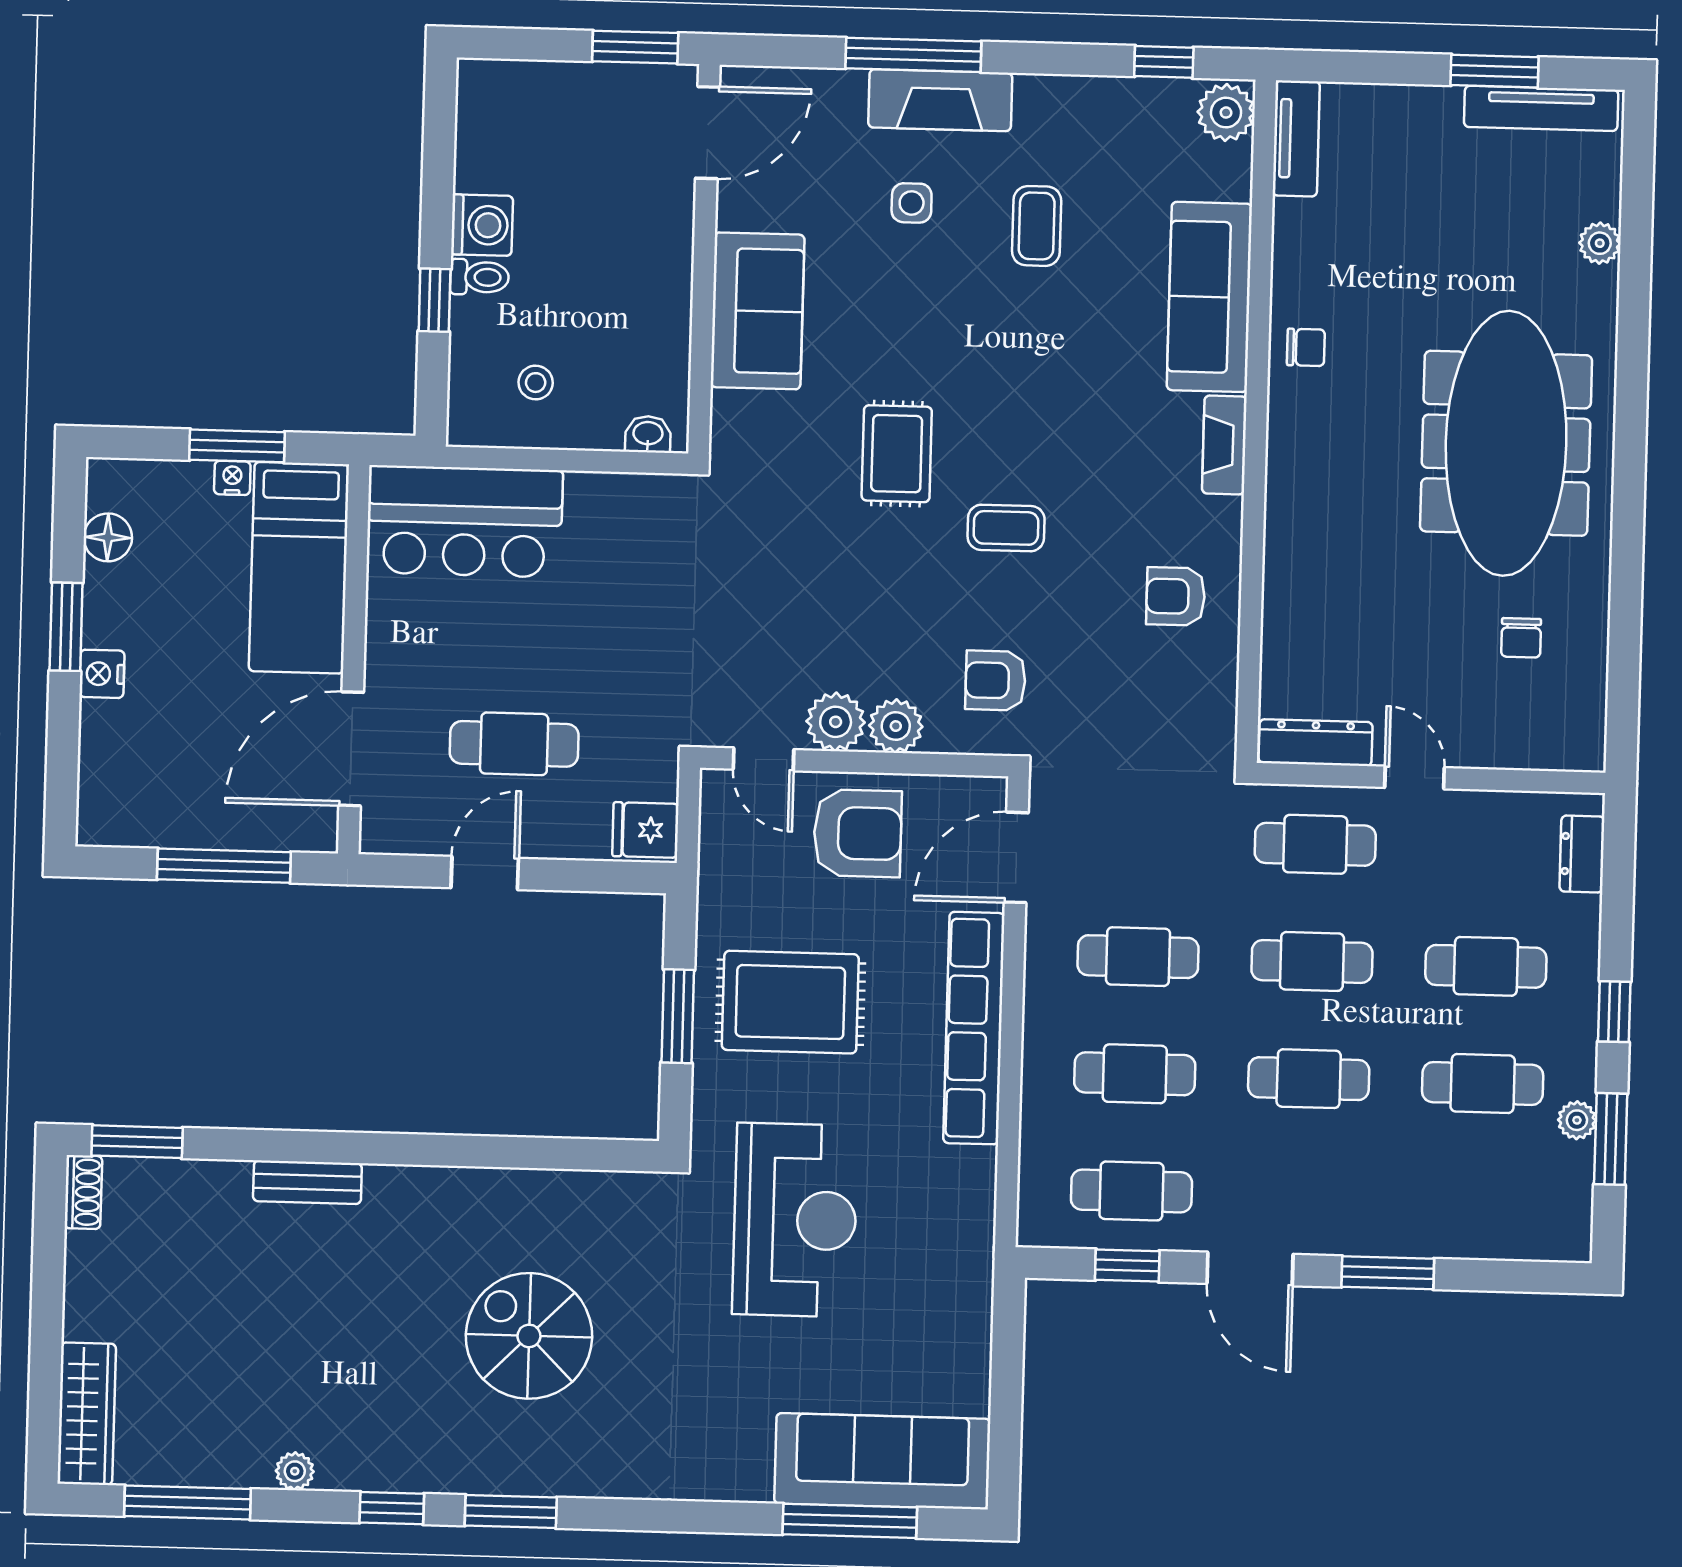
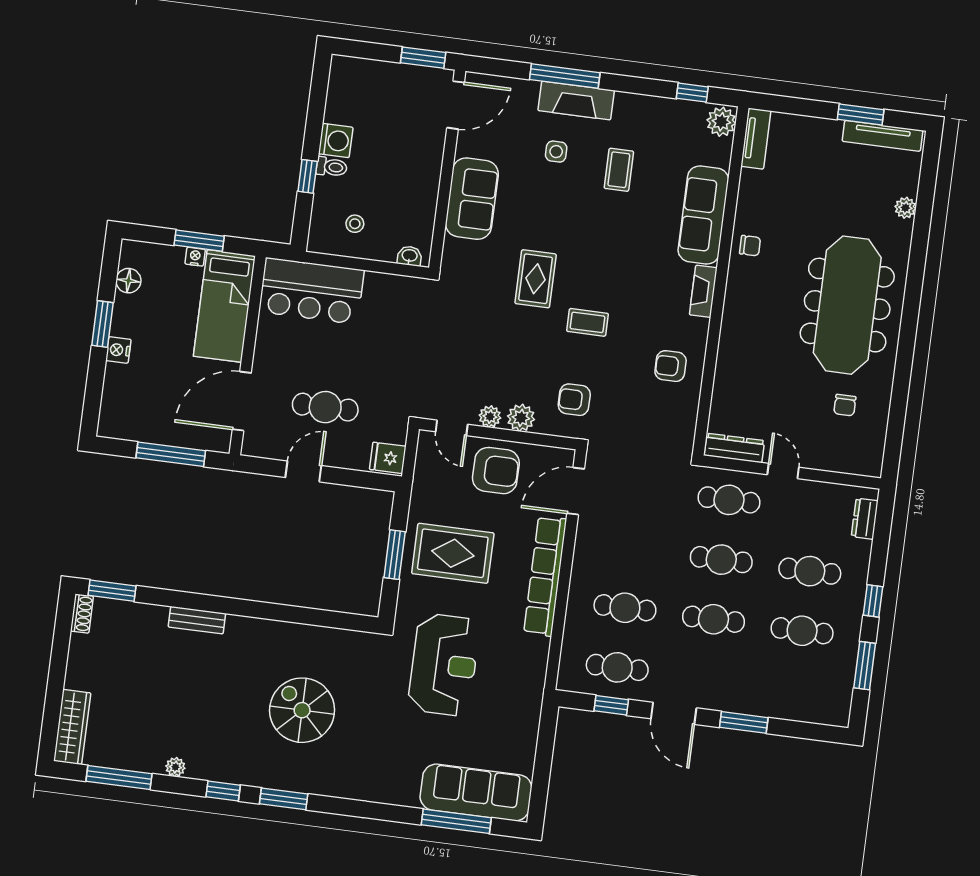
plant: (836, 722) -> (490, 417), width x0.73, depth x0.73
cafe table: (1138, 957) -> (633, 548), removed
plant: (1577, 1120) -> (848, 654), removed

